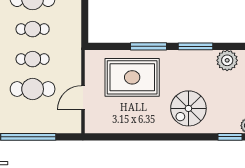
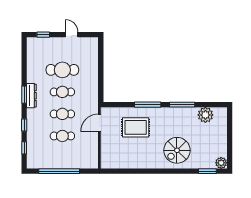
rug: (132, 77) -> (136, 127), width x0.73, depth x0.69
cafe table: (33, 89) -> (62, 136), width x0.73, depth x0.74
door: (83, 98) -> (99, 123), moved

